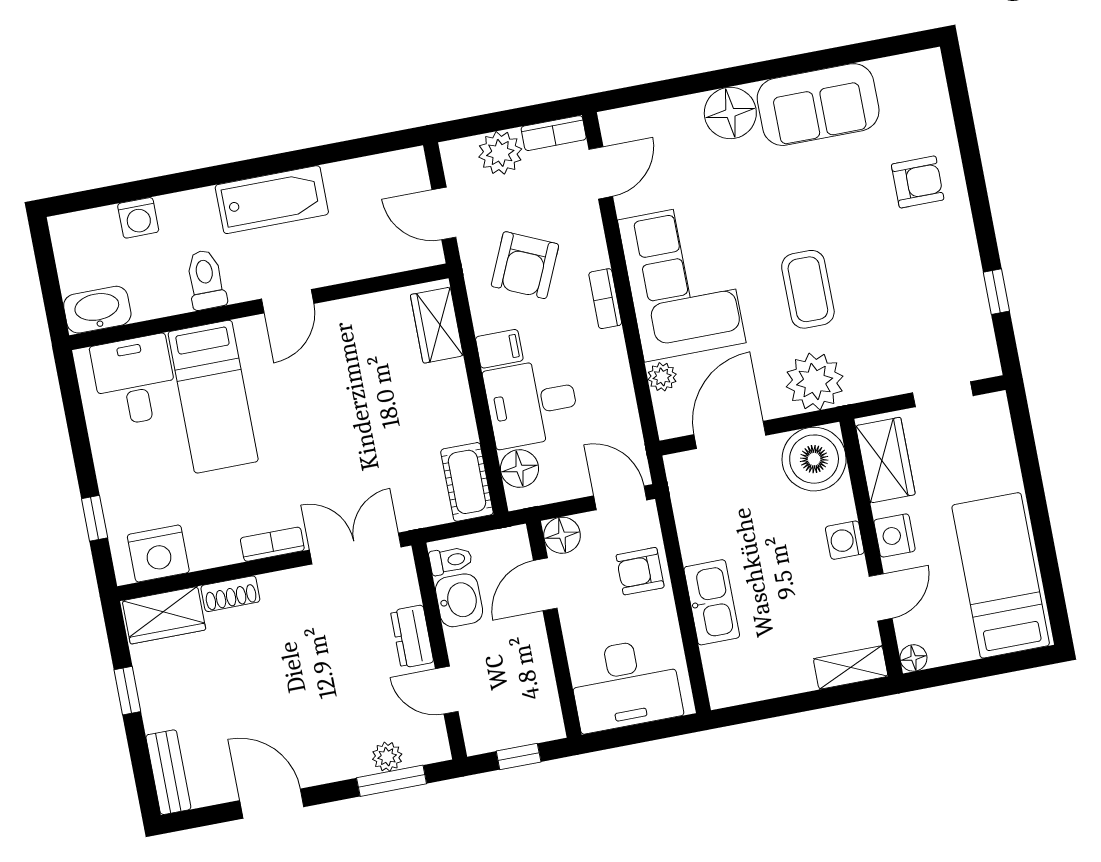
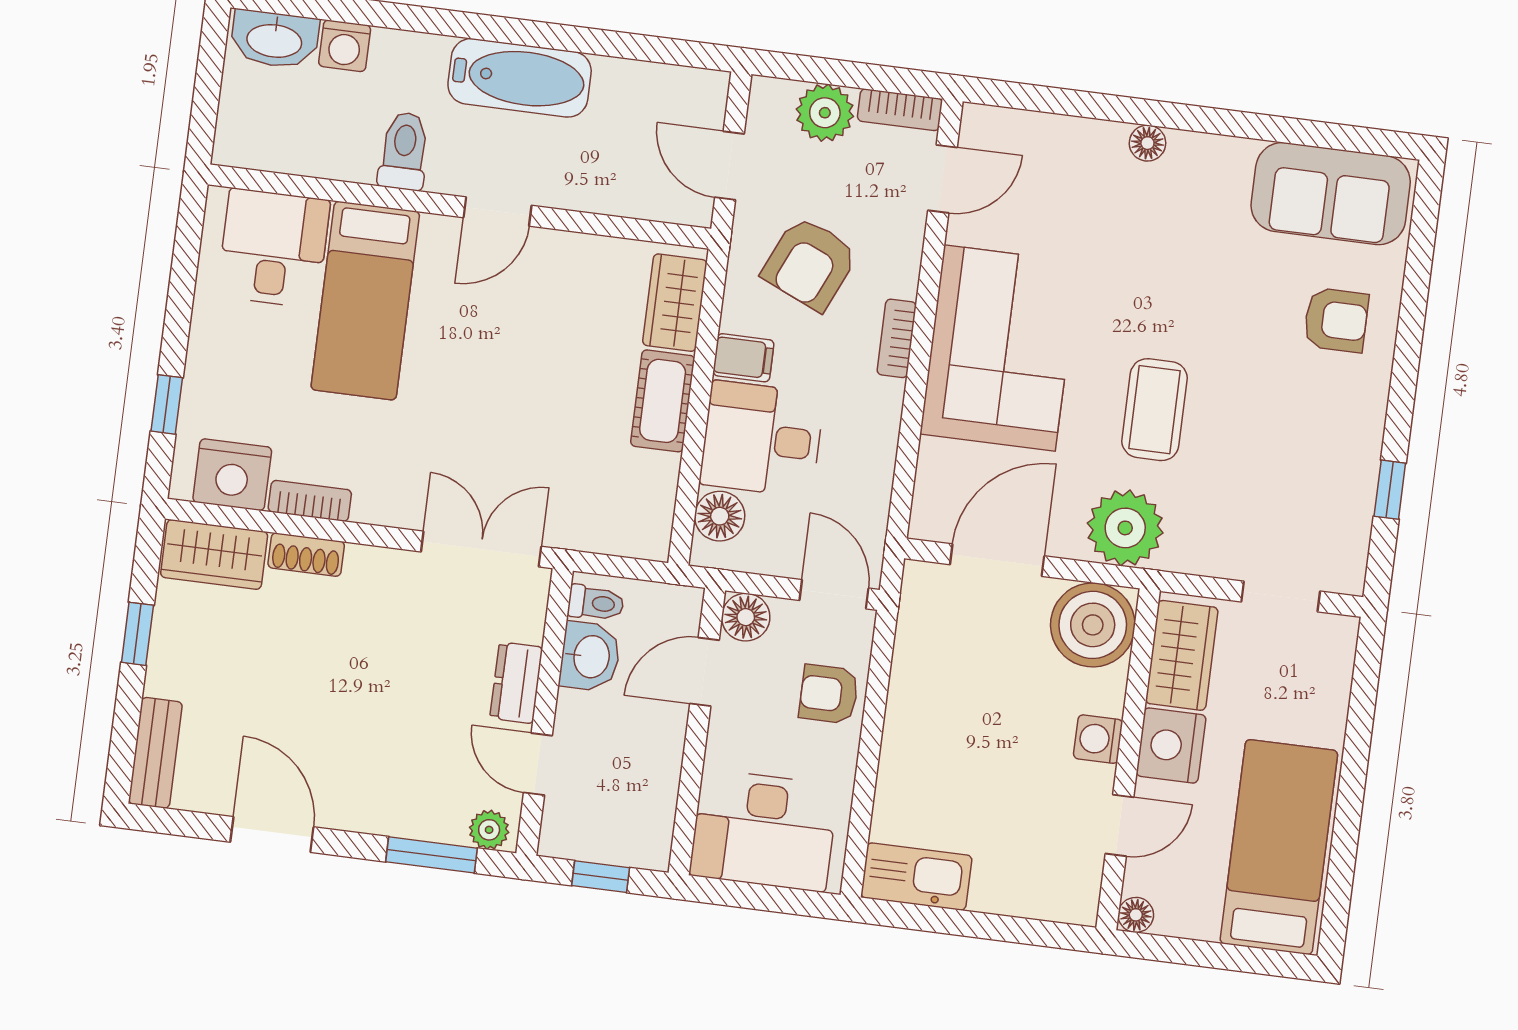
sofa: (818, 105) -> (1331, 194), moved
floor lamp: (730, 113) -> (1147, 143), width x0.53, depth x0.53
washbasin: (97, 310) -> (275, 39), moved, turned 180
plant: (662, 377) -> (936, 460), removed
cot: (467, 482) -> (663, 401), moved
nightstand: (895, 535) -> (1171, 745), width x1.36, depth x1.33
bookcase: (272, 544) -> (310, 501), moved
kitchen sink: (712, 602) -> (916, 877), moved, turned -90
shelving: (851, 667) -> (1053, 901), removed
plant: (387, 757) -> (489, 830), moved

